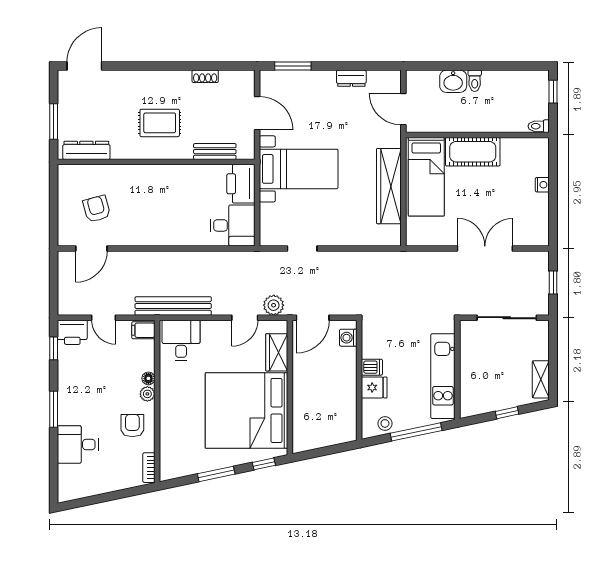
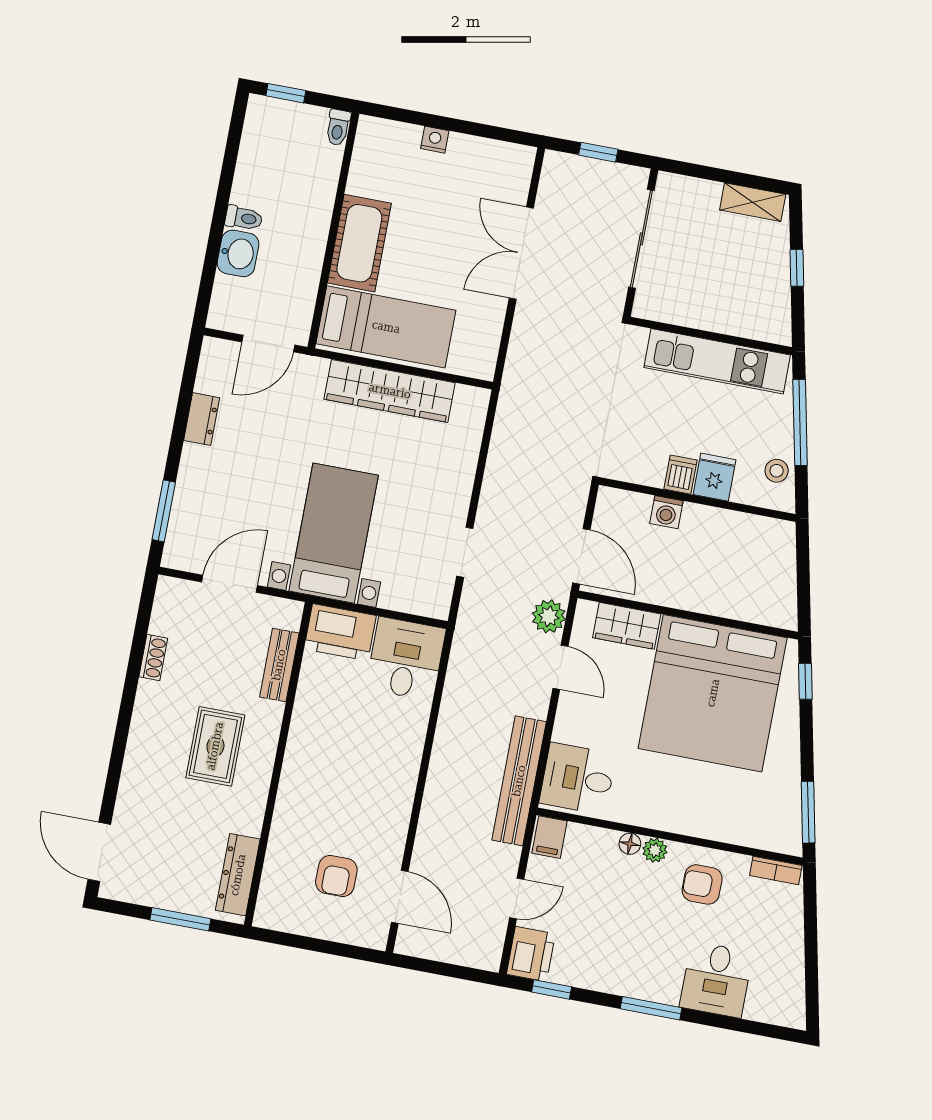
armchair: (97, 209) -> (336, 876), turned -75
washing machine: (348, 338) -> (666, 512), moved
window: (216, 474) -> (808, 812), moved

